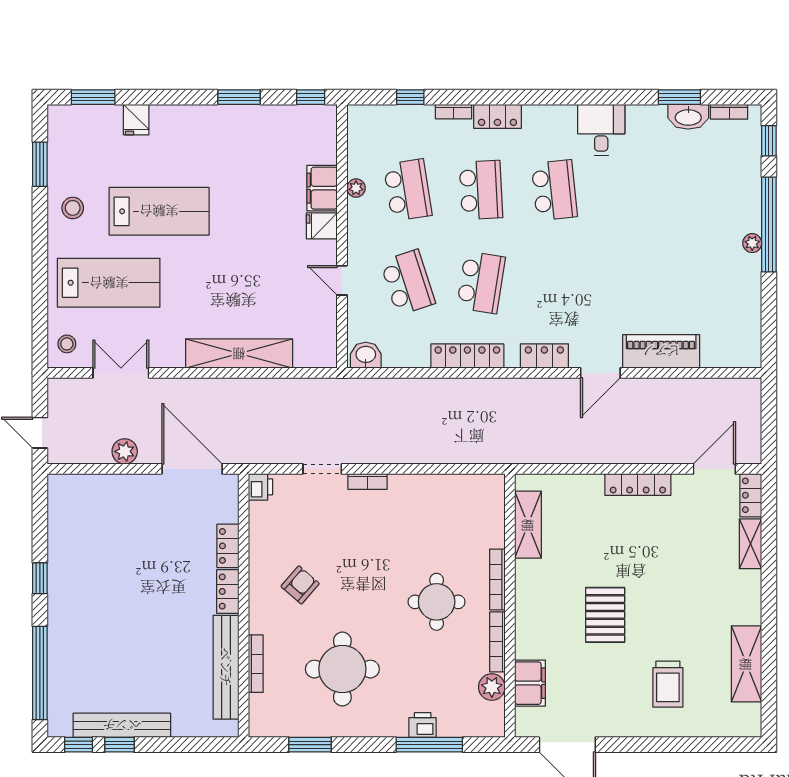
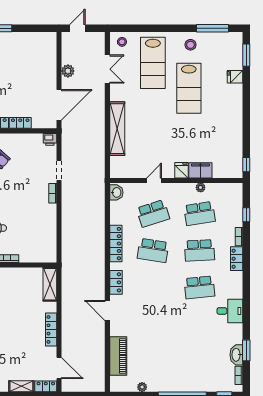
window: (239, 97) -> (246, 129), removed
window: (40, 164) -> (212, 28), width x1.44
plant: (752, 243) -> (142, 387), moved
piano: (661, 351) -> (118, 356), moved
shelving: (528, 525) -> (50, 284), moved, turned 90

